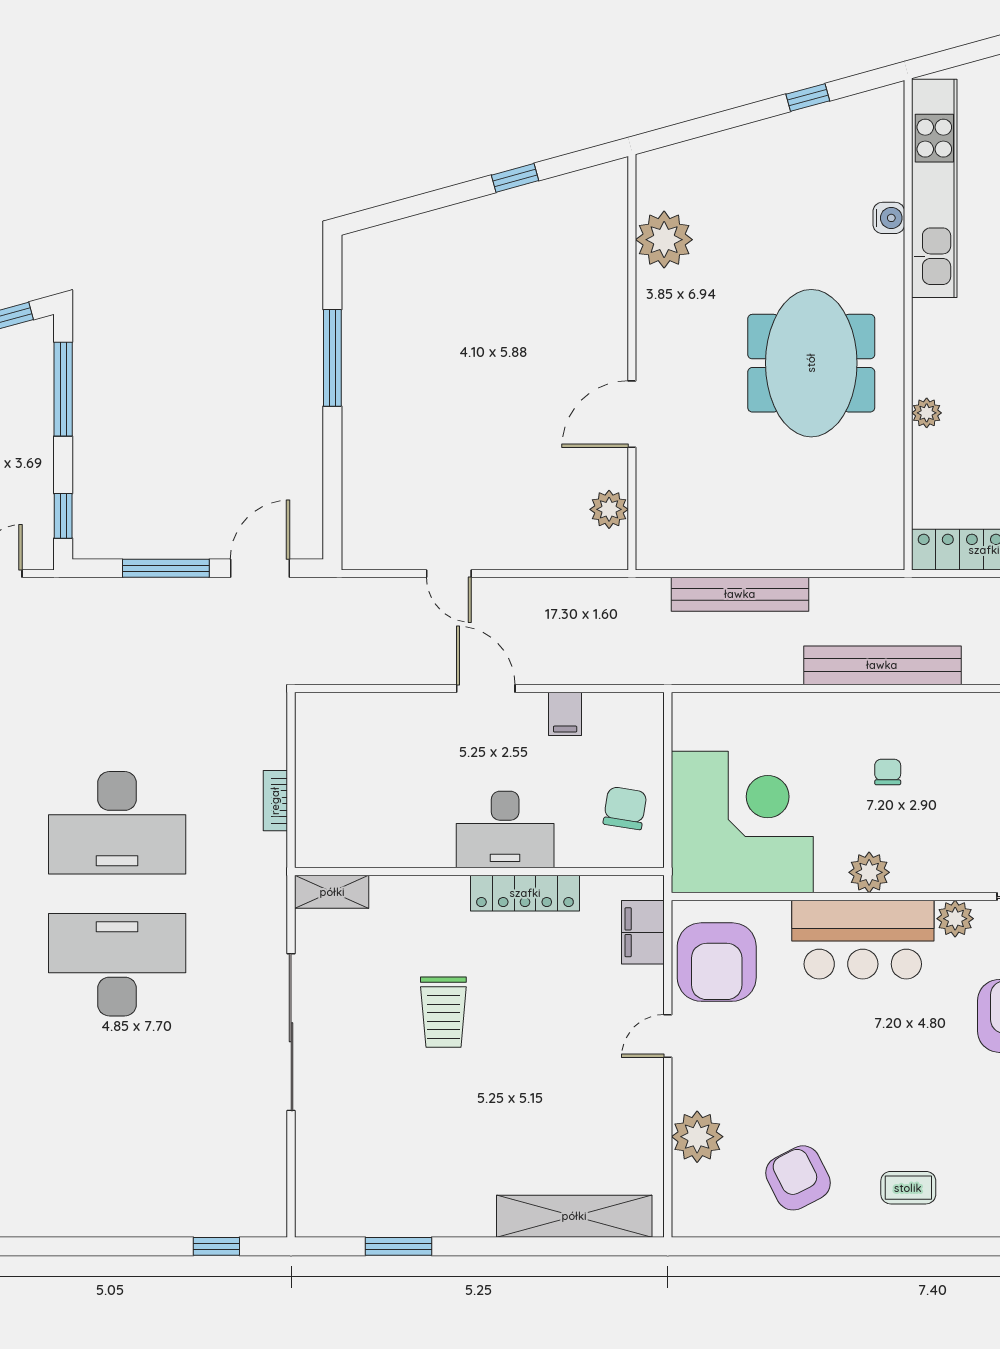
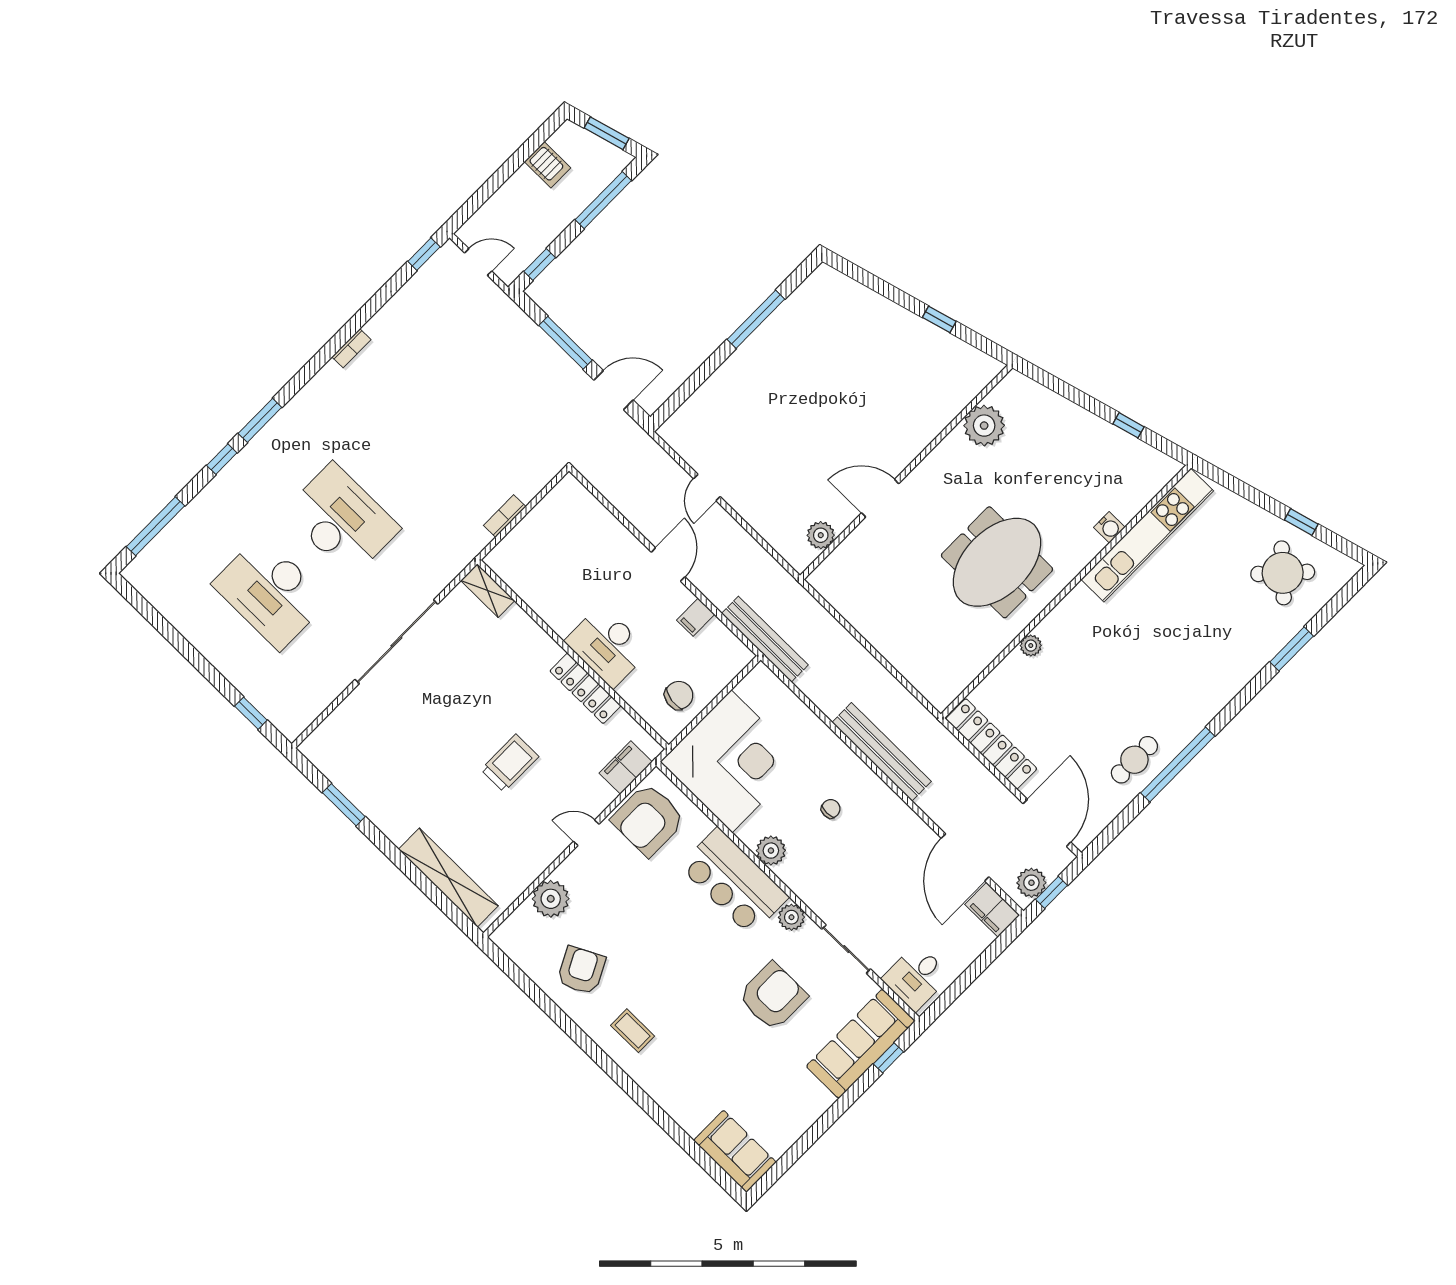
bench: (740, 594) -> (765, 639), moved
desk: (117, 823) -> (271, 592), moved
trolley: (443, 1012) -> (510, 763), moved, turned 180

